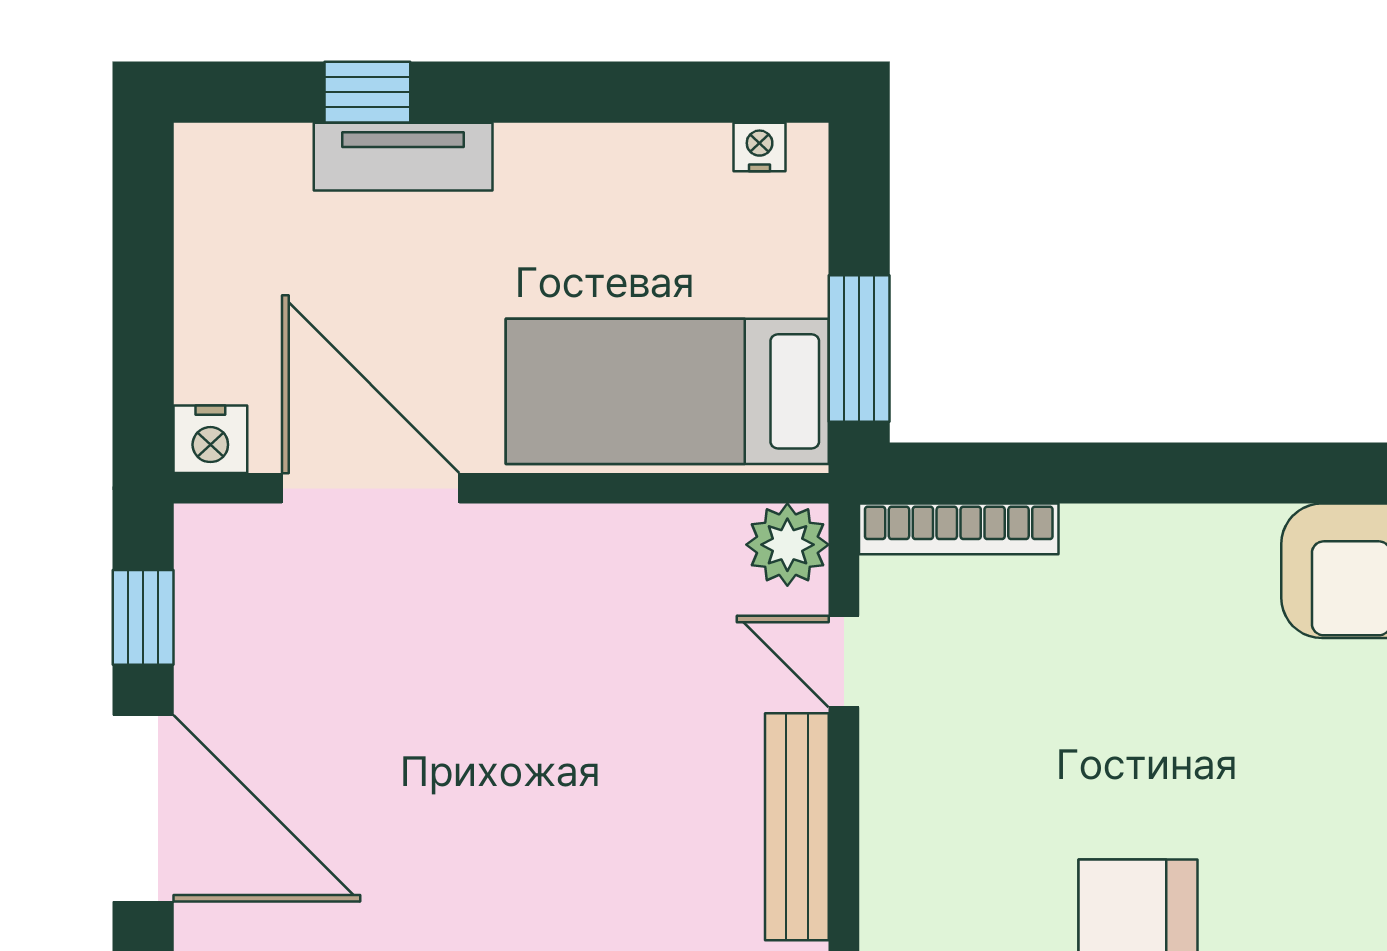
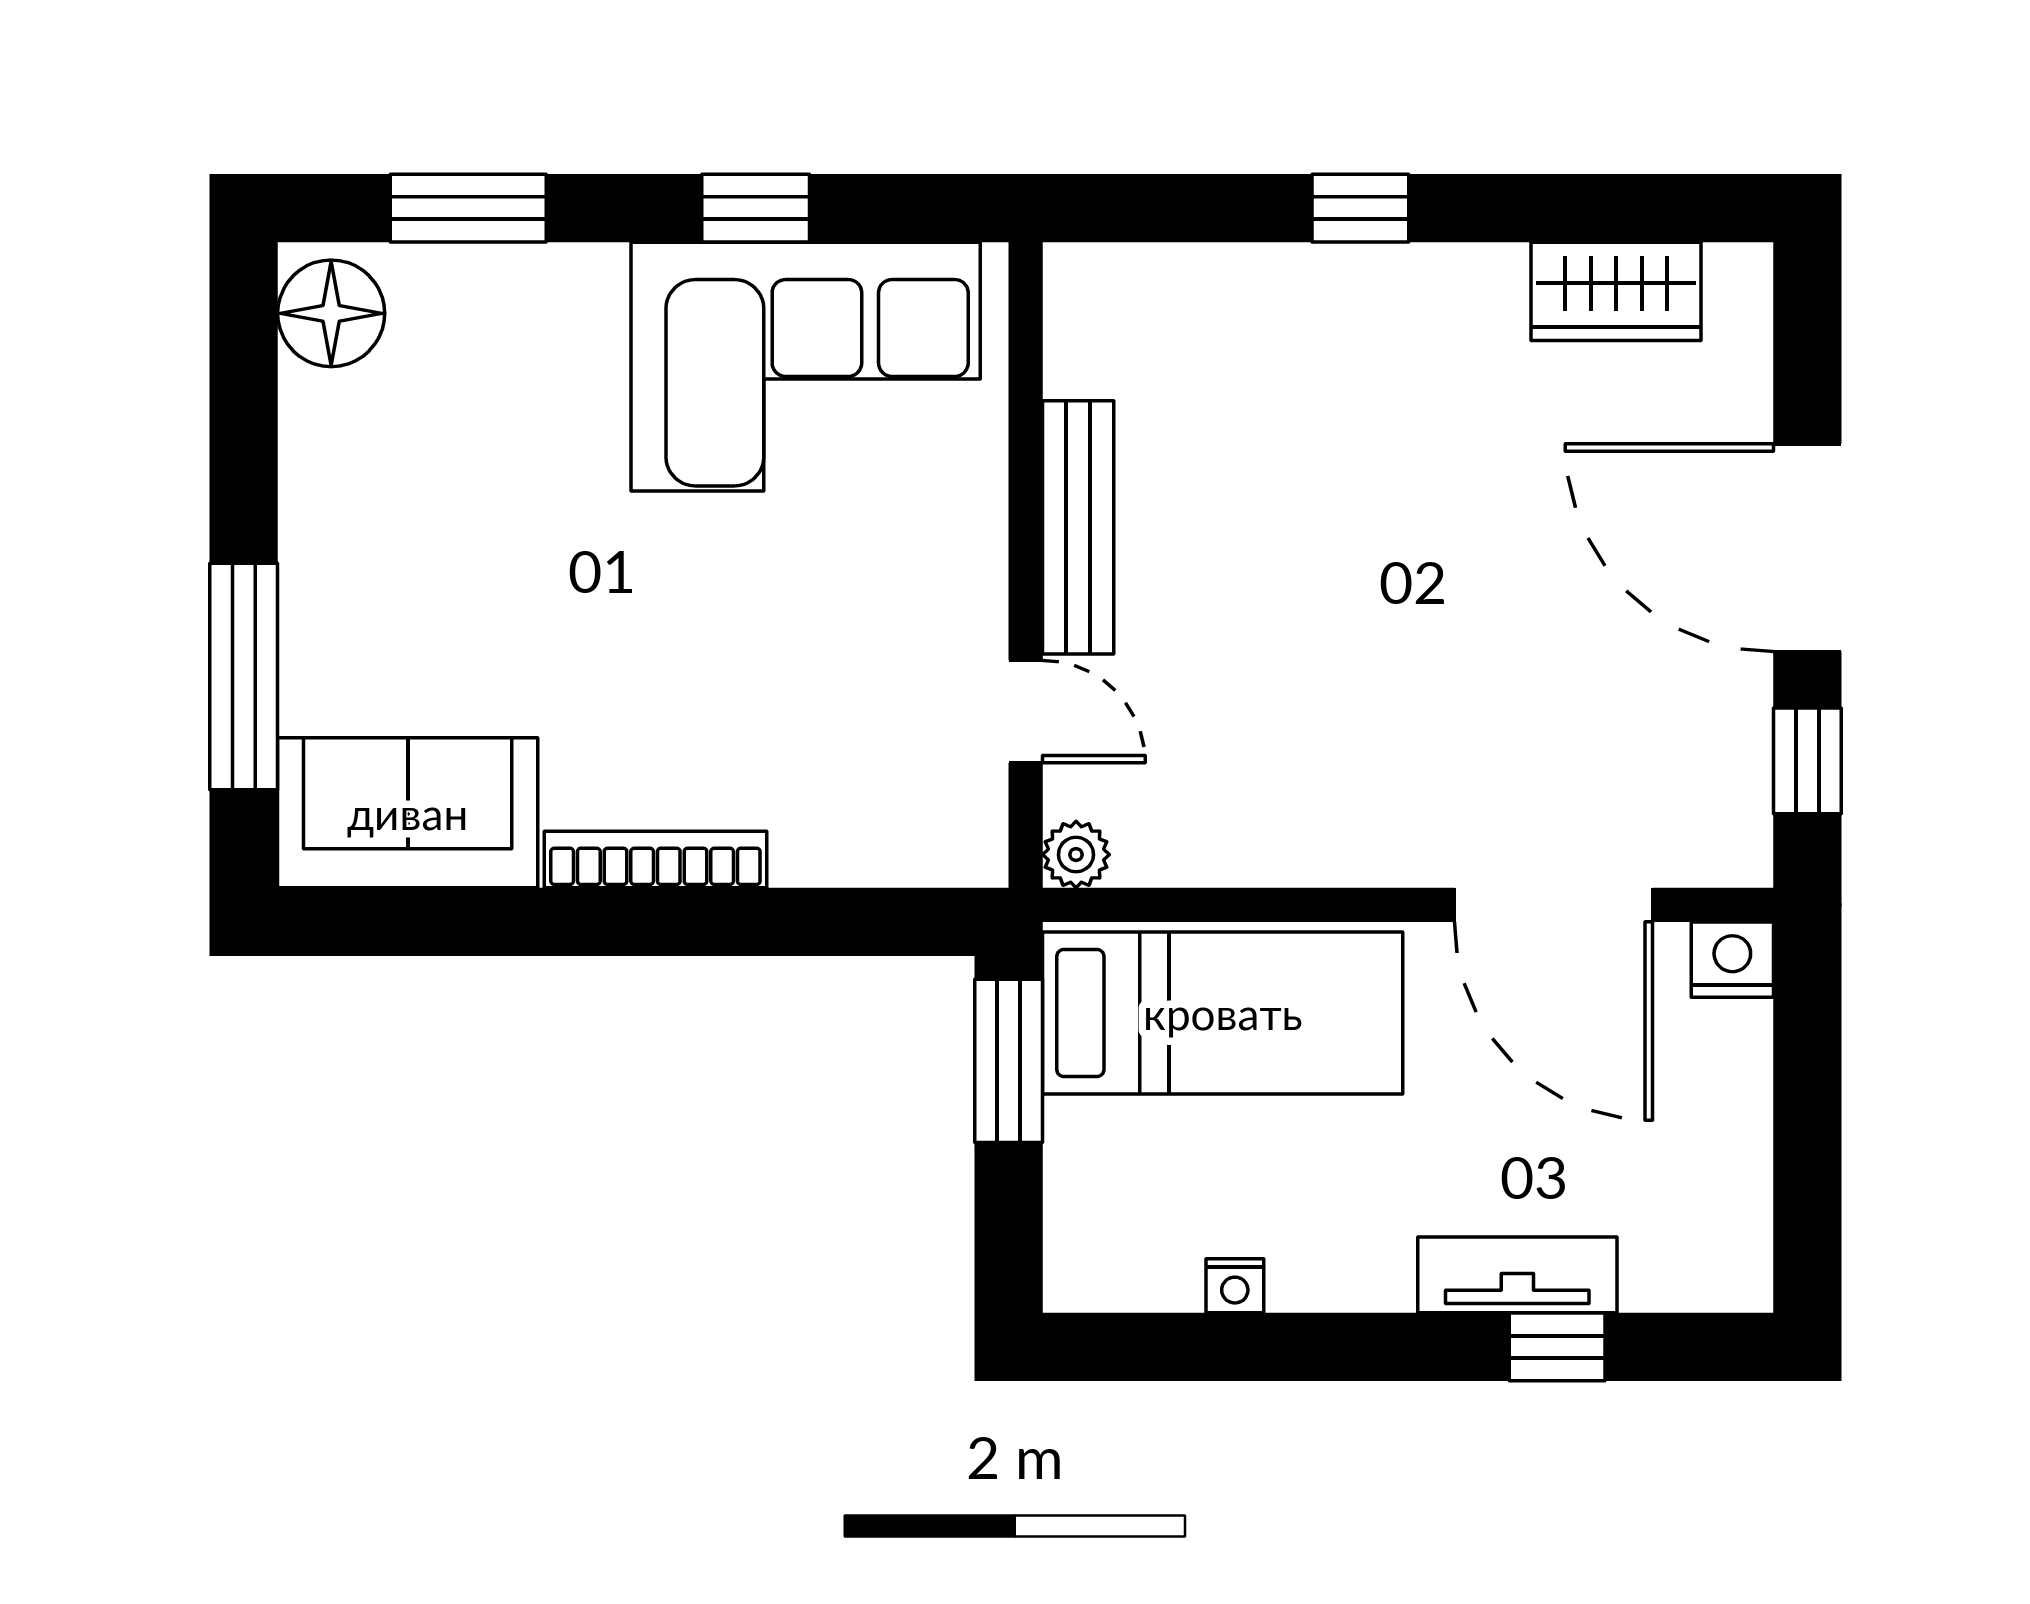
nightstand: (760, 147) -> (1235, 1286), moved
bookcase: (959, 529) -> (655, 860), moved
plant: (787, 545) -> (1076, 855), width x0.73, depth x0.73

